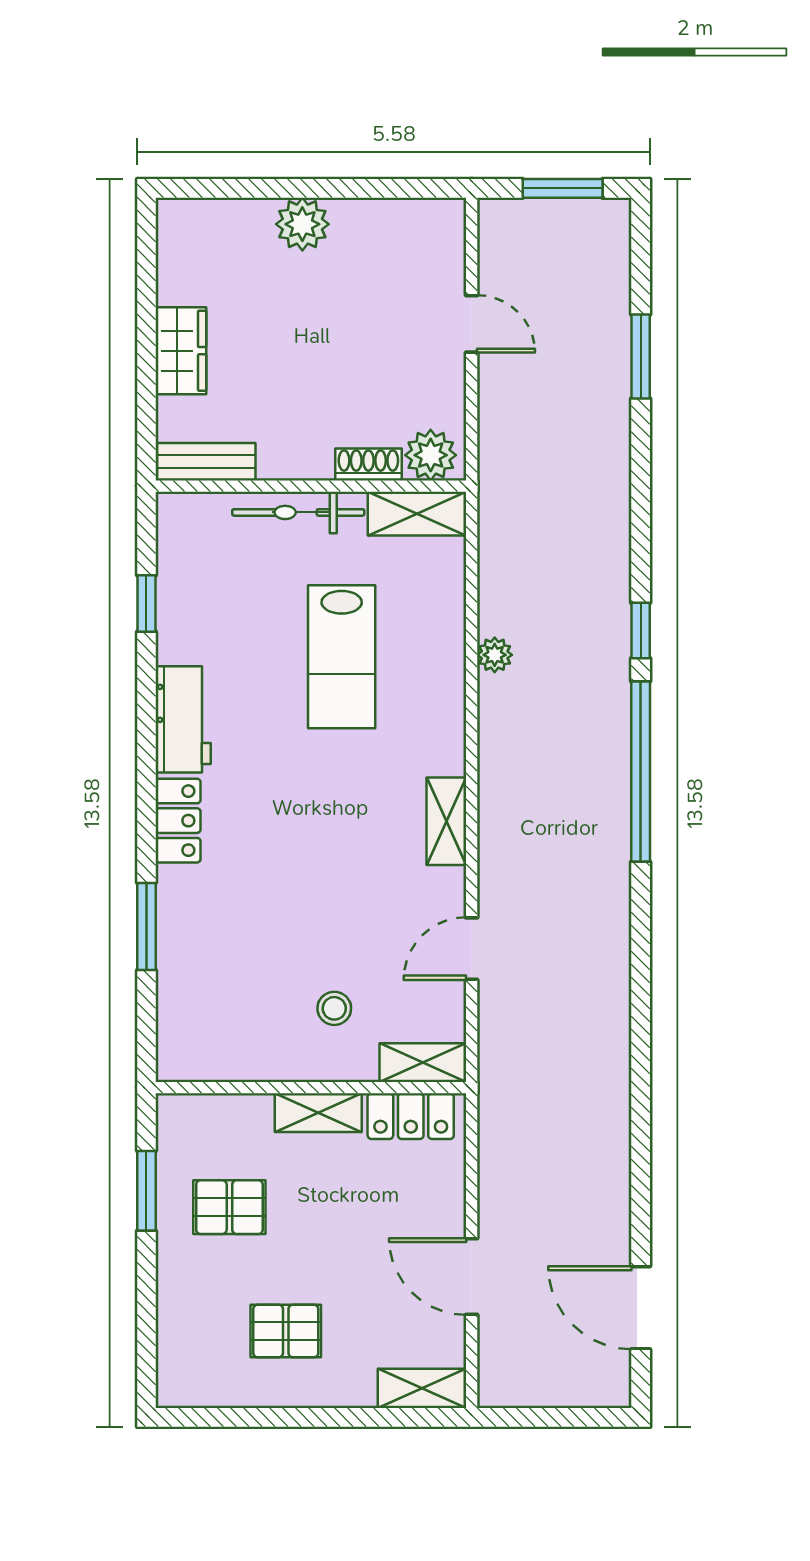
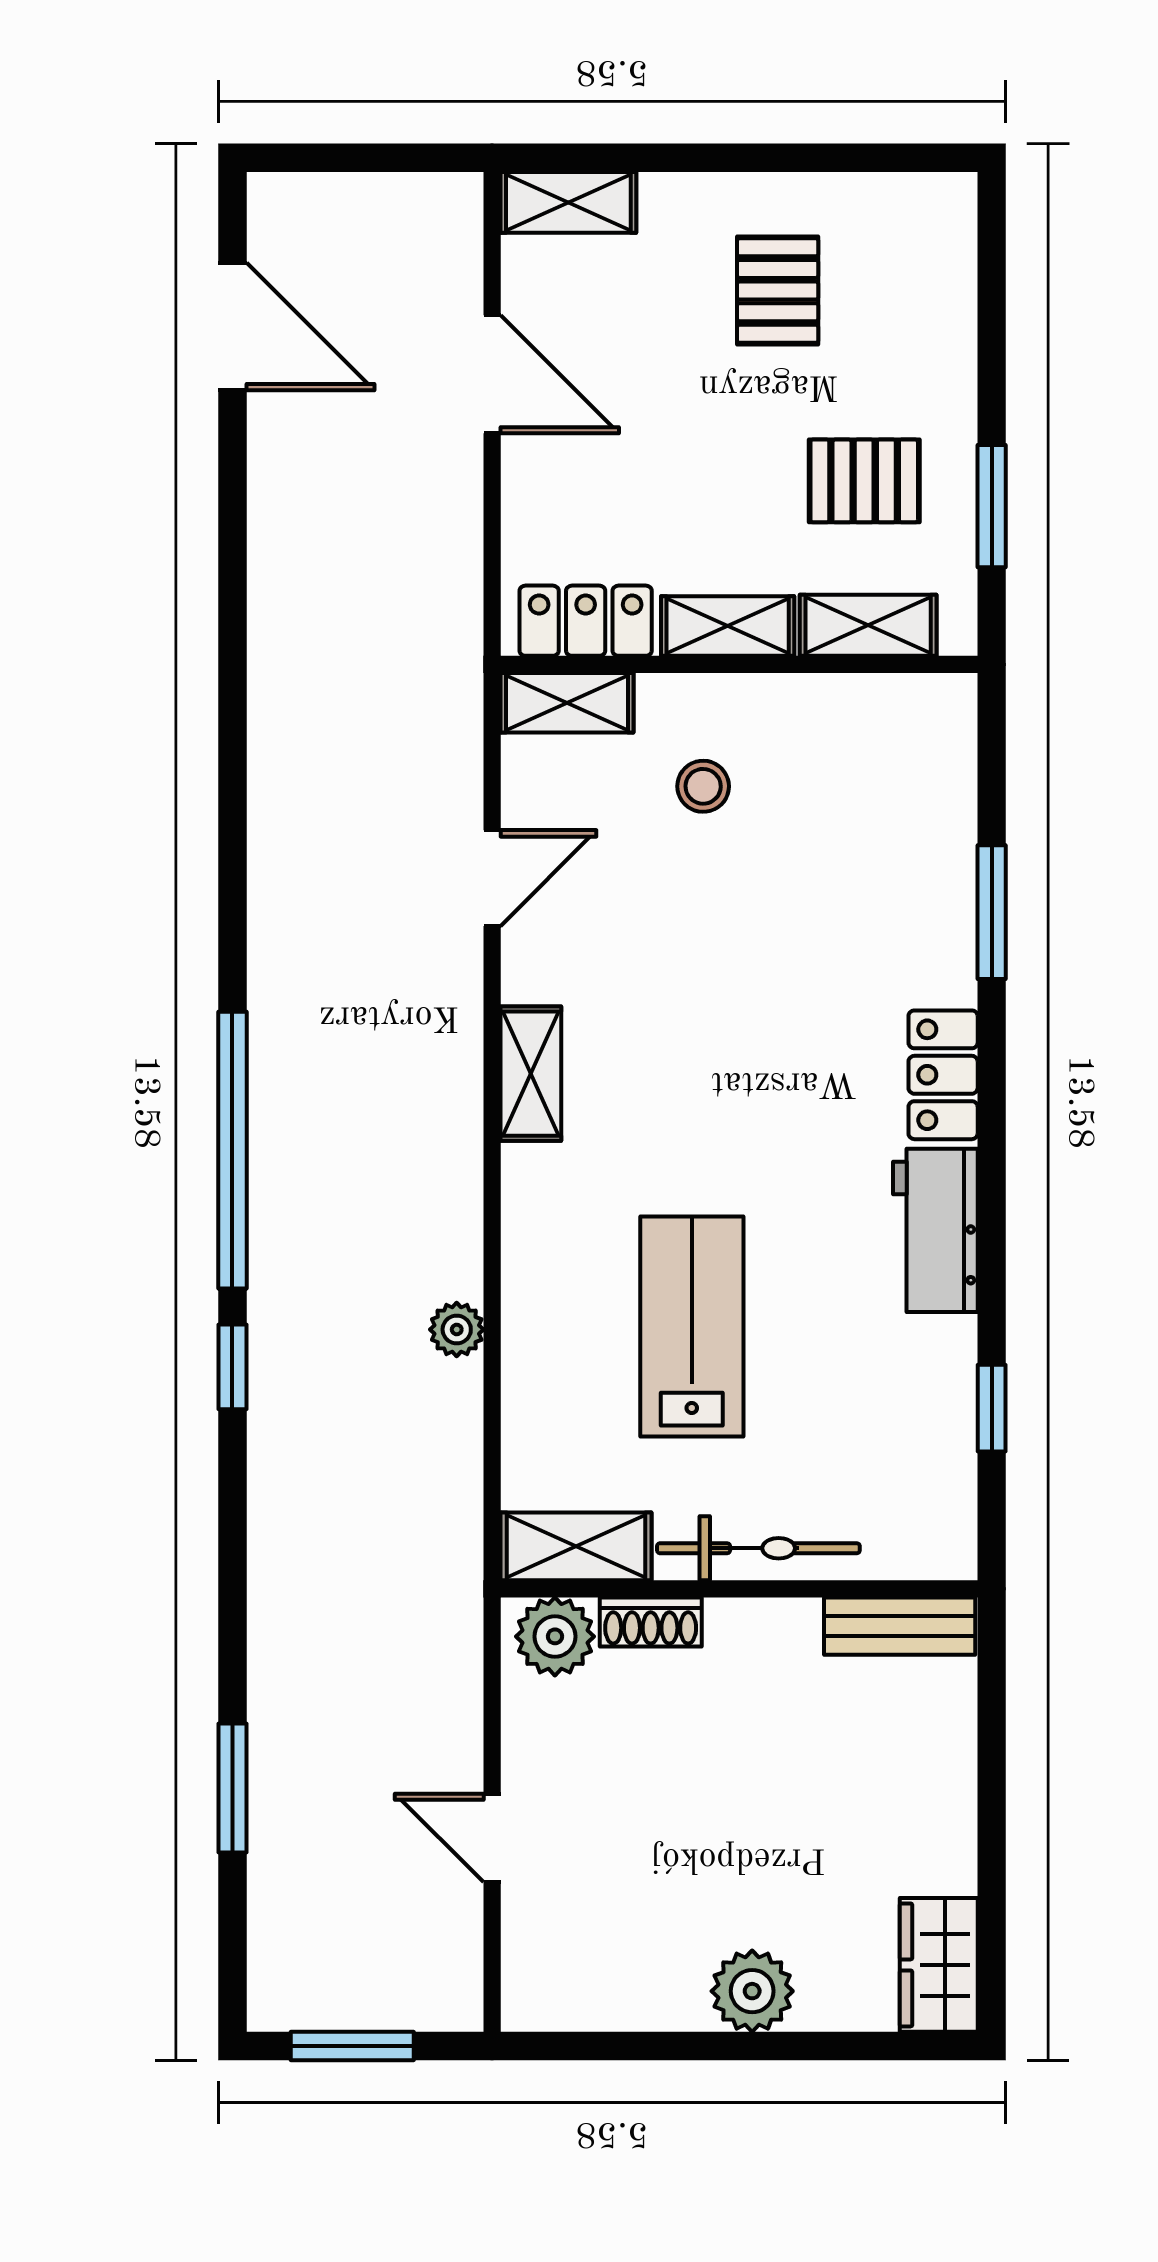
wardrobe: (181, 351) -> (939, 1965), moved
shelving: (227, 1113) -> (868, 625), added
pallet: (286, 1331) -> (778, 291), turned 90

